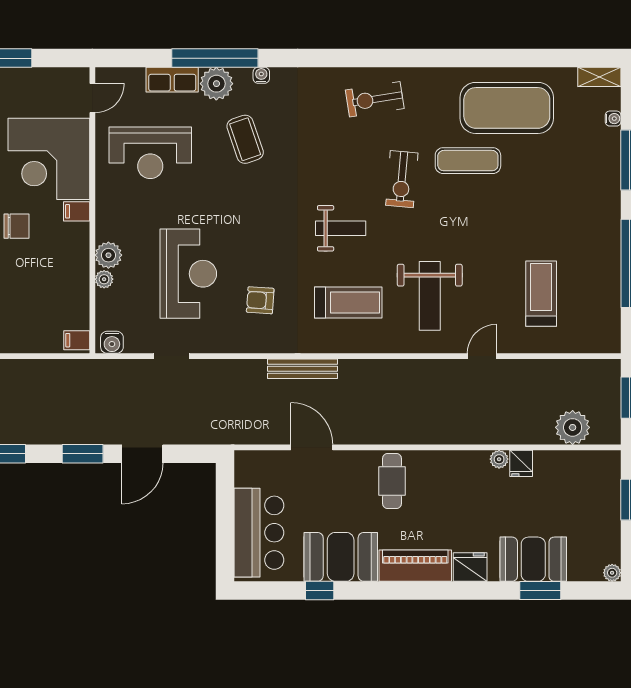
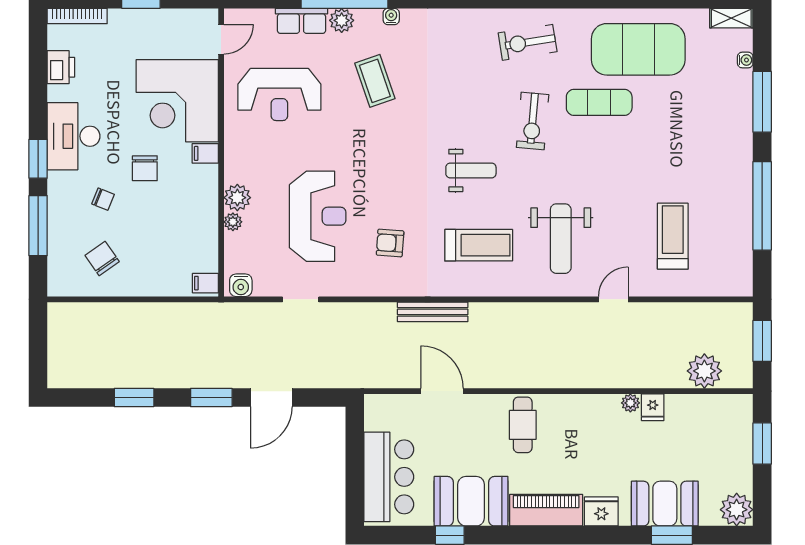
plant: (216, 84) -> (342, 20), width x0.73, depth x0.73
exercise bike: (375, 99) -> (528, 42), moved
chair: (17, 226) -> (145, 168), turned 90
plant: (612, 573) -> (737, 510), width x1.87, depth x1.87

